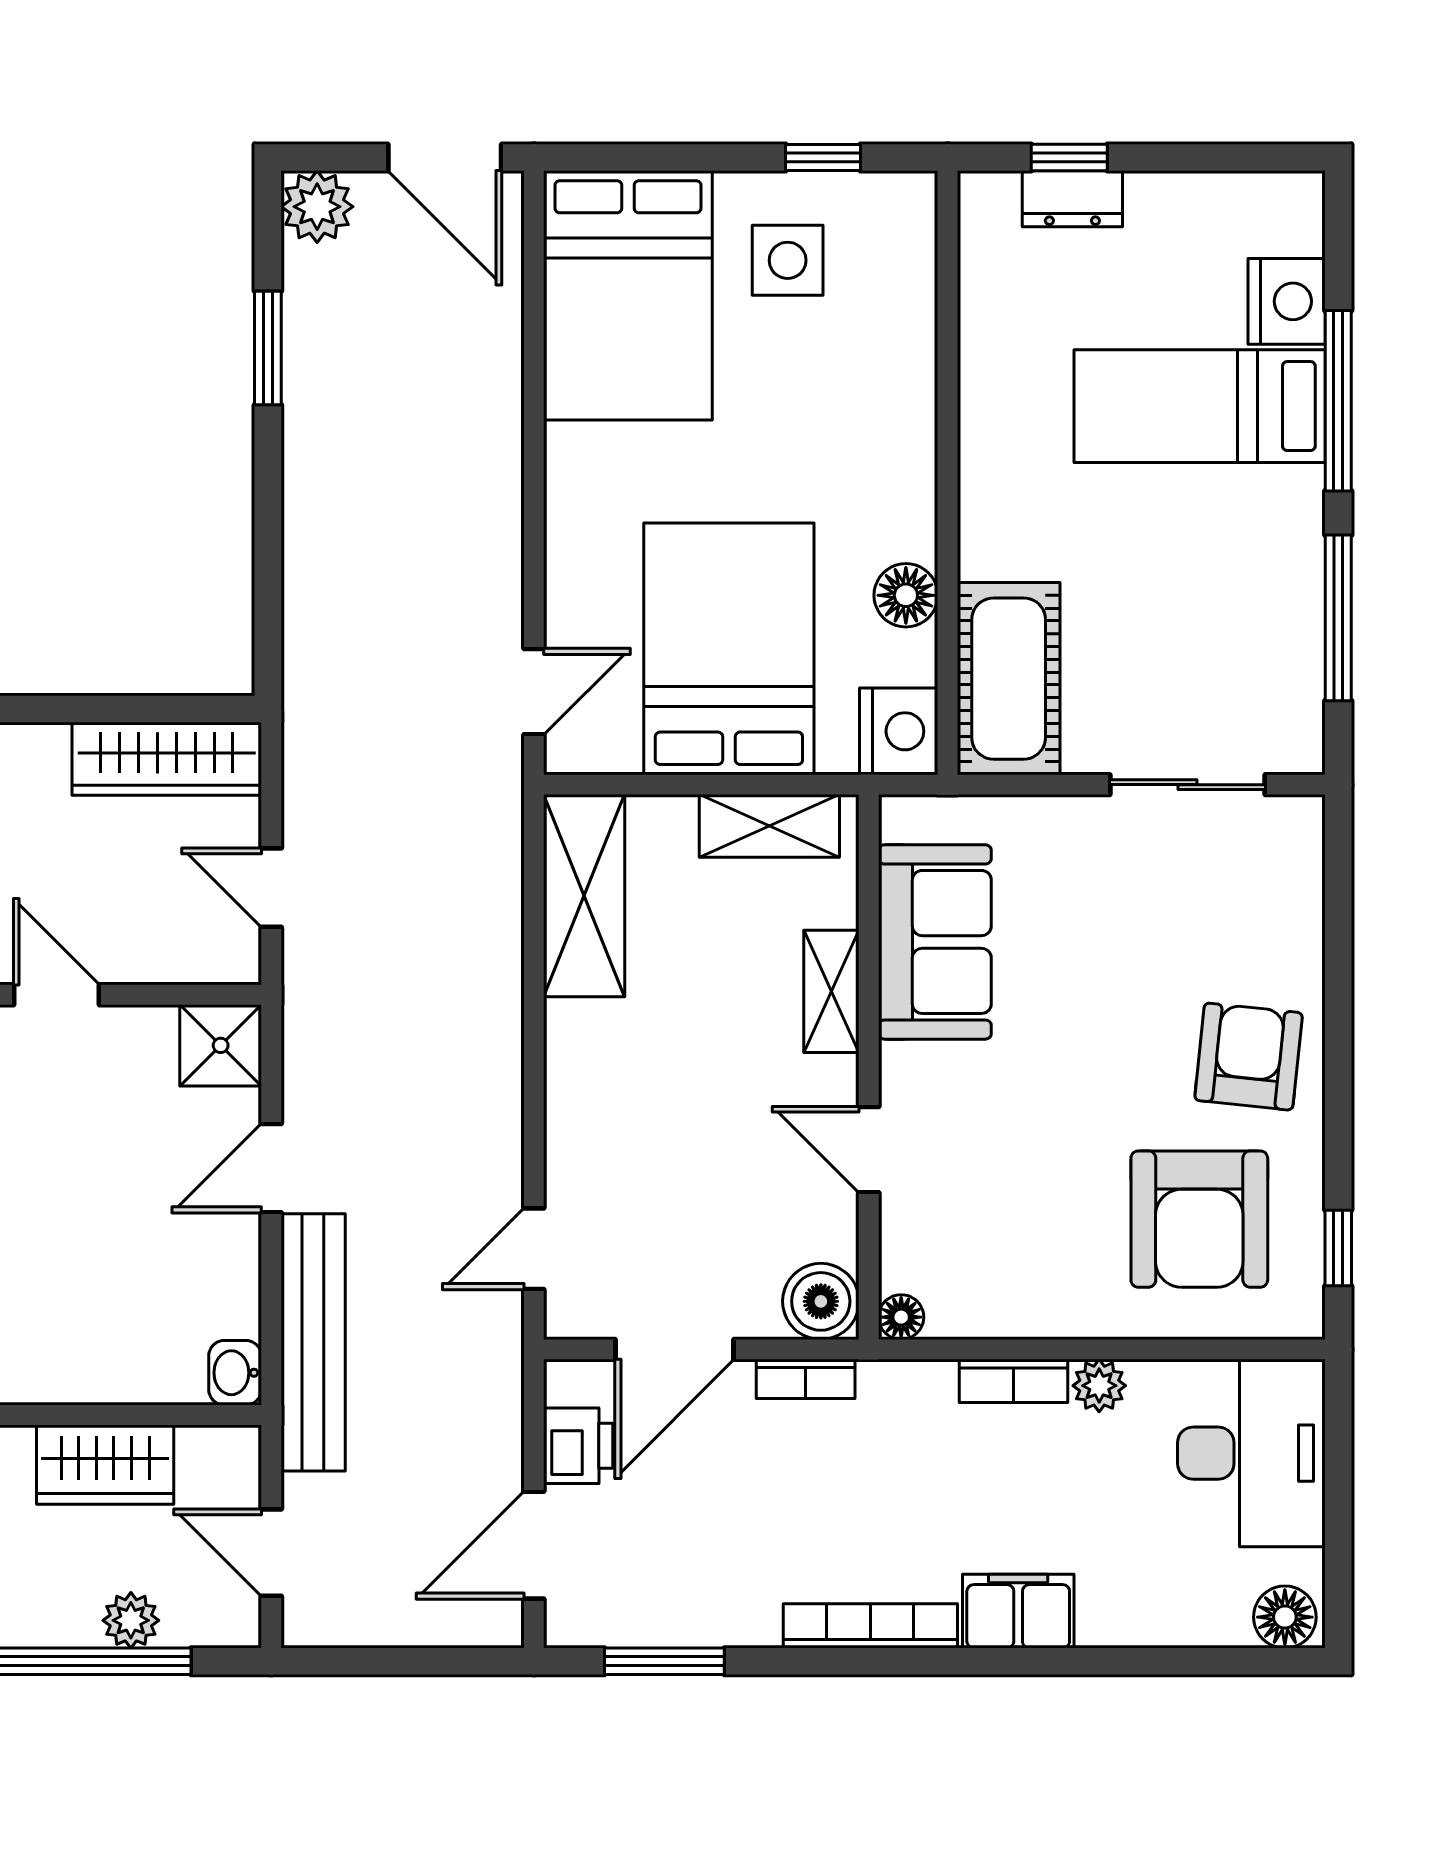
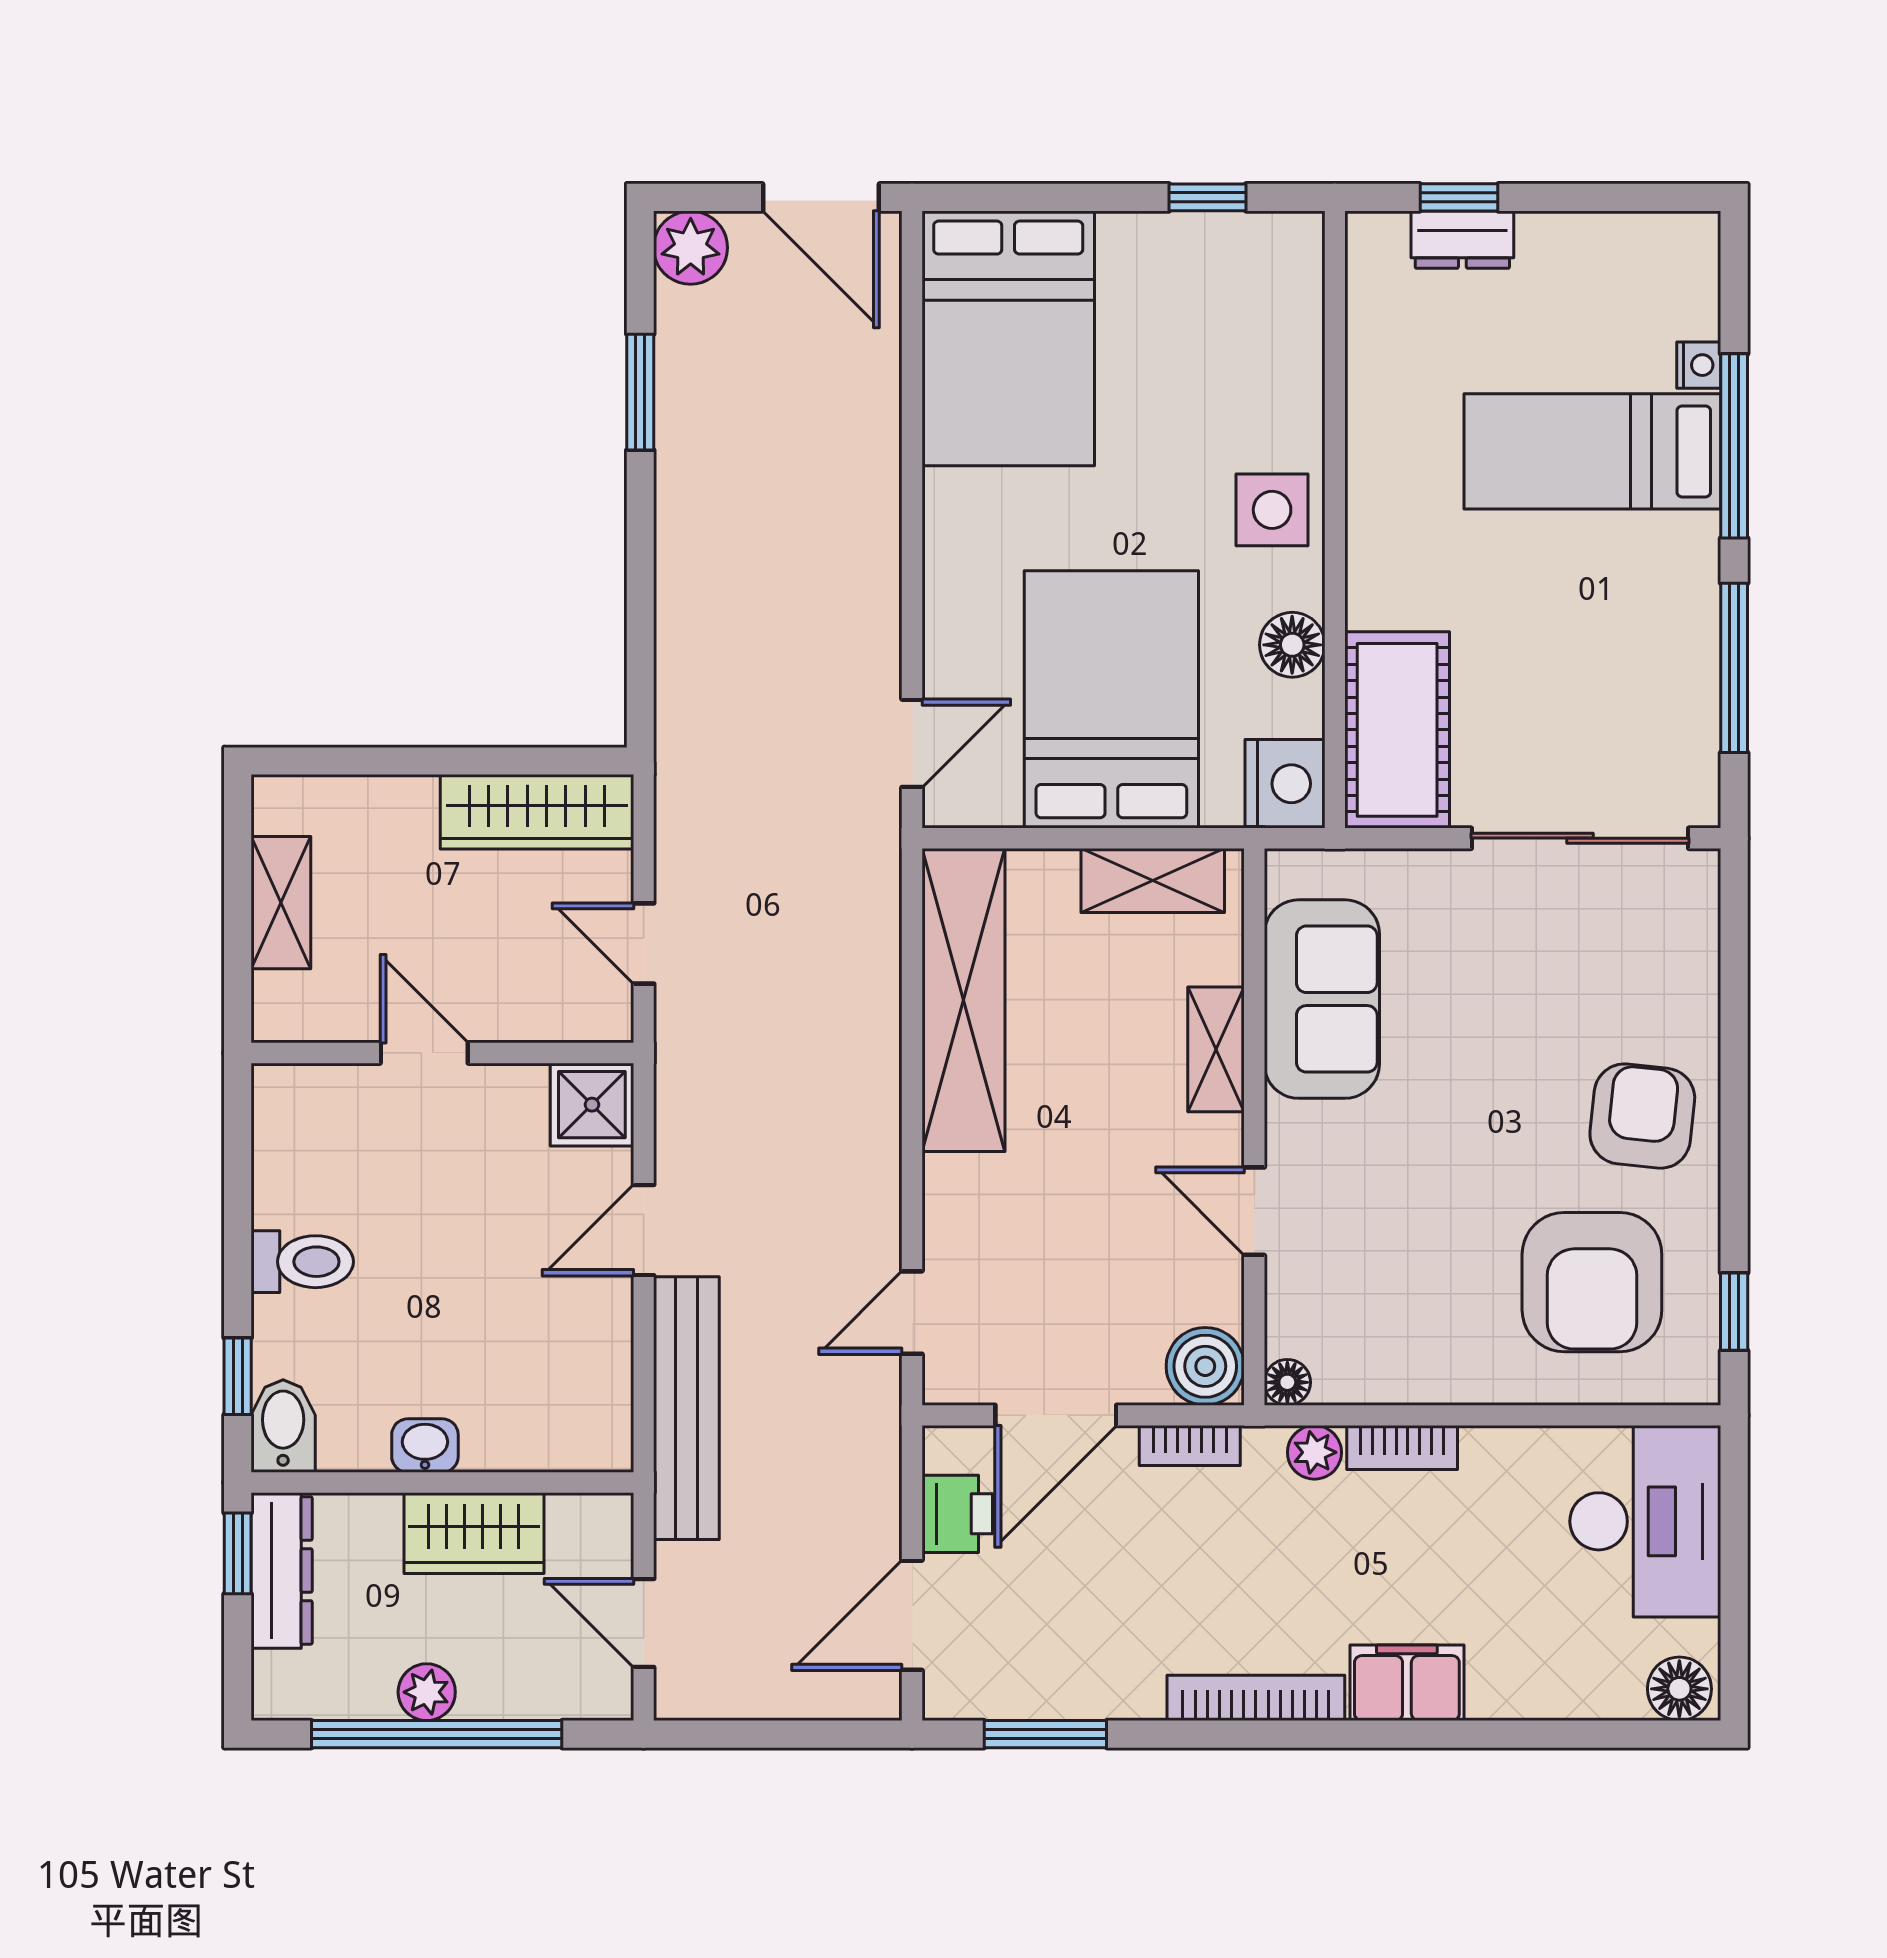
side table: (788, 260) -> (1272, 510), moved
nightstand: (1287, 301) -> (1699, 365), width x0.53, depth x0.56
sliding door: (1188, 785) -> (1580, 838), width x1.37
shelving: (584, 896) -> (963, 1000), width x1.47
washbasin: (235, 1373) -> (425, 1446), moved, turned 90
plant: (1099, 1386) -> (1314, 1452), moved
plant: (131, 1620) -> (427, 1692), moved

